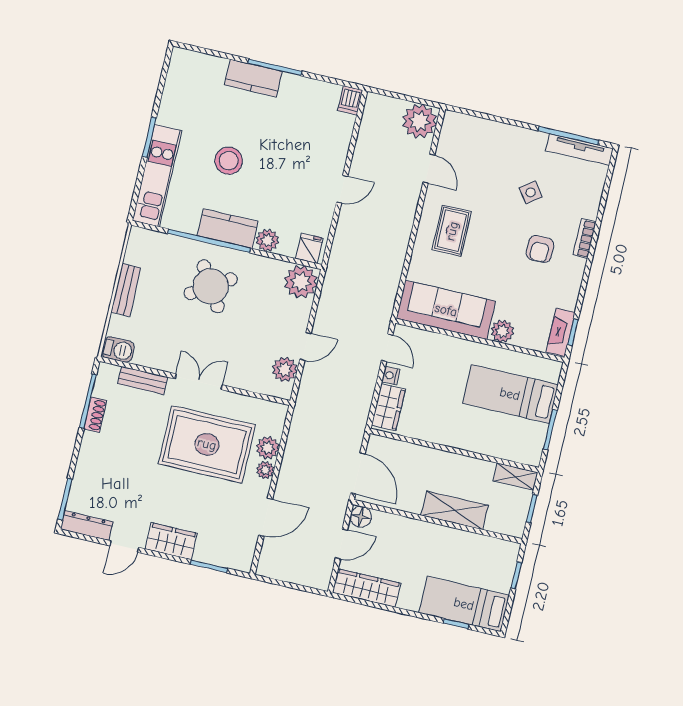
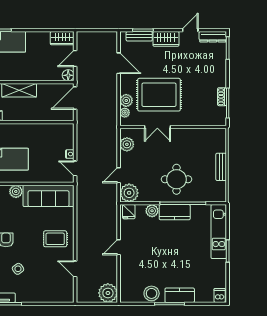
dishwasher: (350, 100) -> (220, 295), moved
plant: (420, 121) -> (108, 293), moved
stool: (229, 161) -> (152, 293), moved
rug: (452, 231) -> (55, 239), turned 90
round table: (211, 286) -> (177, 179), turned 32
door: (305, 346) -> (119, 175), moved
barbecue: (118, 350) -> (218, 134), removed
bench: (143, 380) -> (139, 36), moved
double door: (199, 382) -> (157, 127), moved
wardrobe: (388, 407) -> (67, 137), removed
plant: (265, 470) -> (125, 113), moved
door: (358, 473) -> (75, 98), hinge flipped
door: (266, 517) -> (119, 63), swing flipped
wardrobe: (366, 588) -> (62, 38), width x0.67

